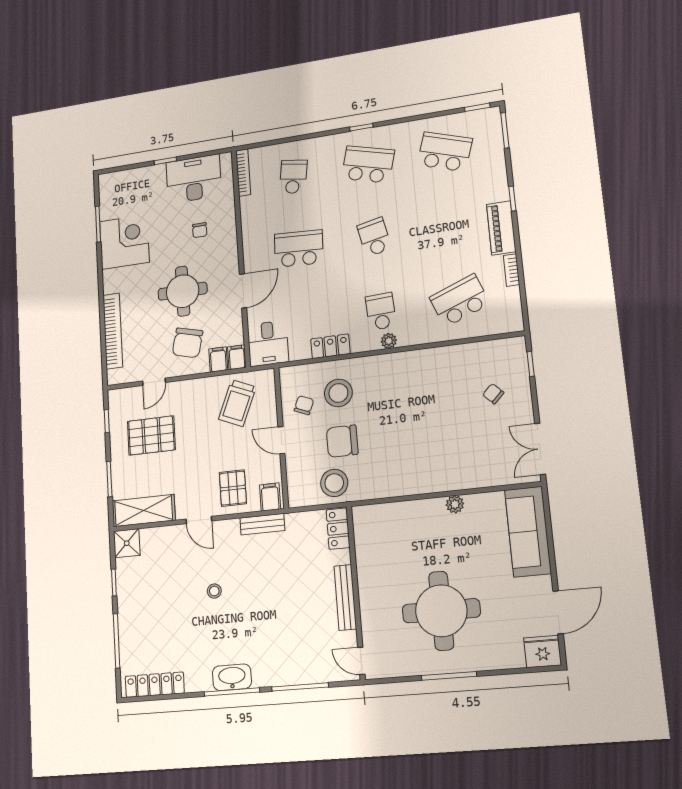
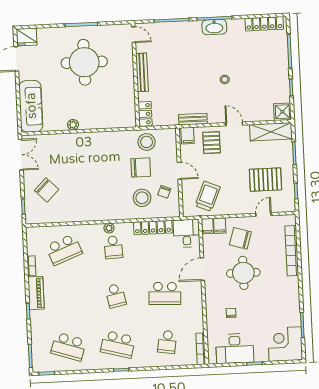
corner desk: (124, 242) -> (285, 344), moved, turned 90
chair: (187, 343) -> (240, 238), turned -87
locker: (330, 346) -> (153, 228), width x1.53
chair: (493, 394) -> (47, 190), width x1.87, depth x1.87

